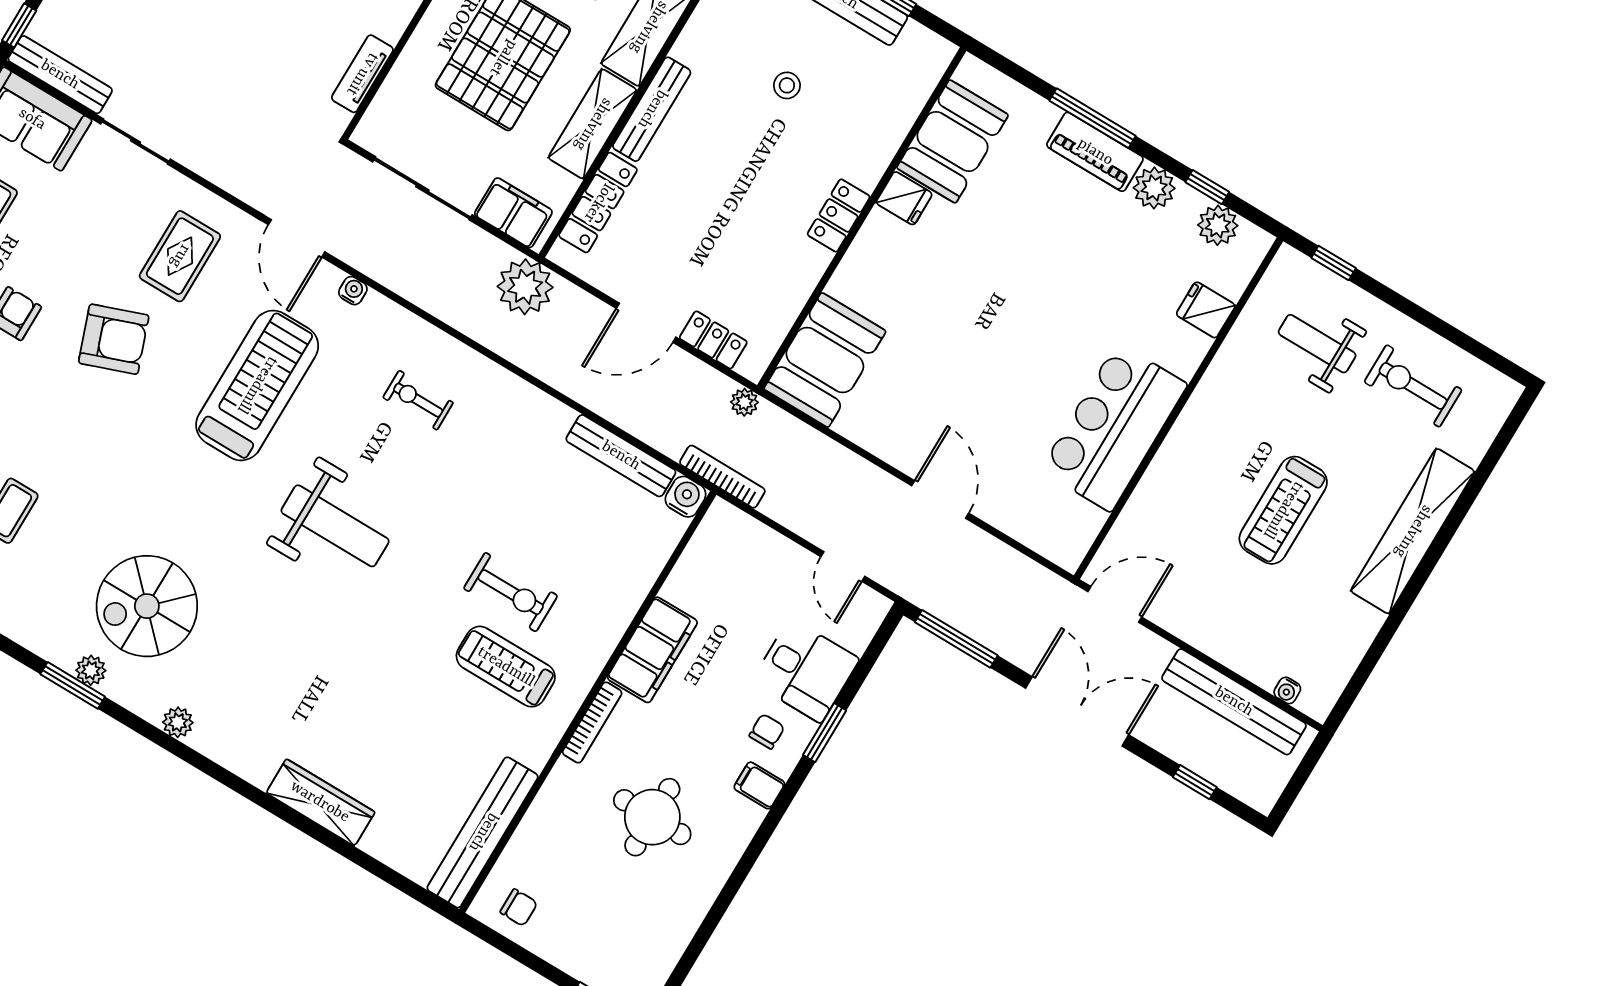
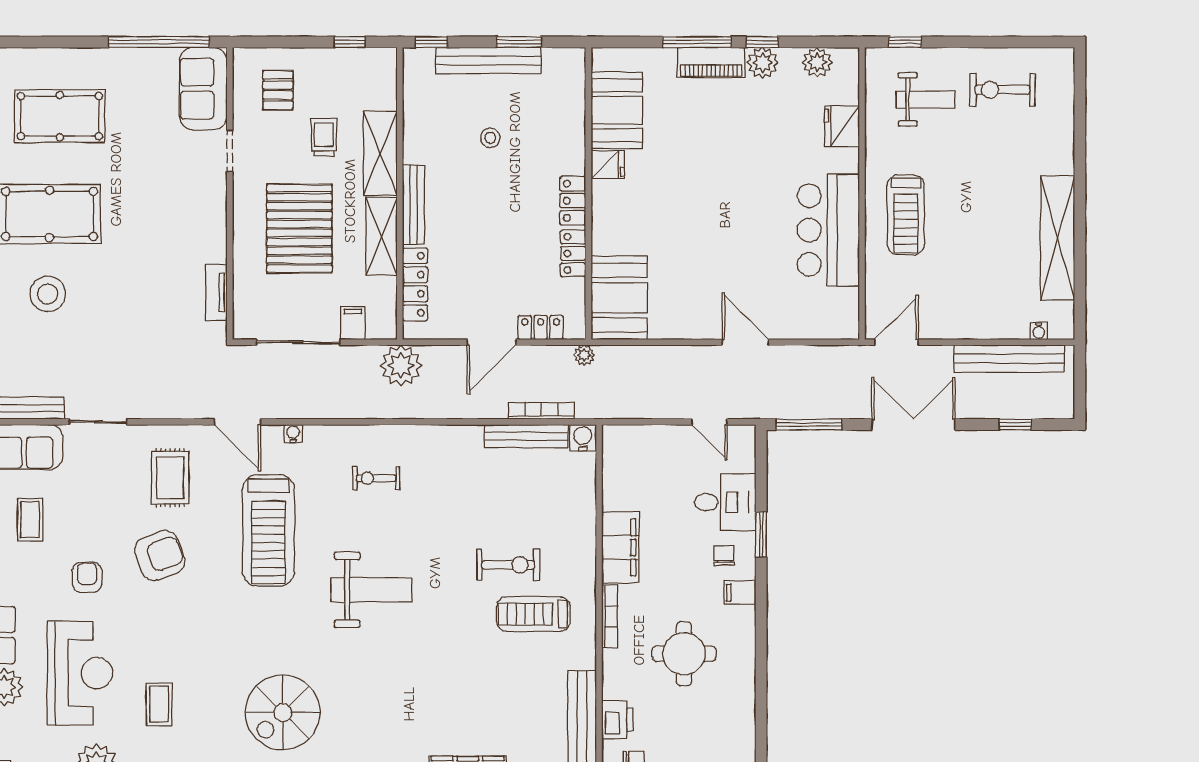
window: (1207, 187) -> (762, 42), moved
filing cabinet: (513, 213) -> (353, 323), width x0.50
locker: (802, 277) -> (573, 253), added
fridge: (1206, 310) -> (842, 126), width x1.38
weight bench: (1317, 344) -> (925, 99), turned 180
treadmill: (257, 385) -> (268, 530), turned 180
bookcase: (722, 477) -> (542, 411), moved
treadmill: (1283, 510) -> (906, 215), moved
shelving: (1413, 531) -> (1058, 238), moved
printer: (529, 847) -> (617, 720), added

